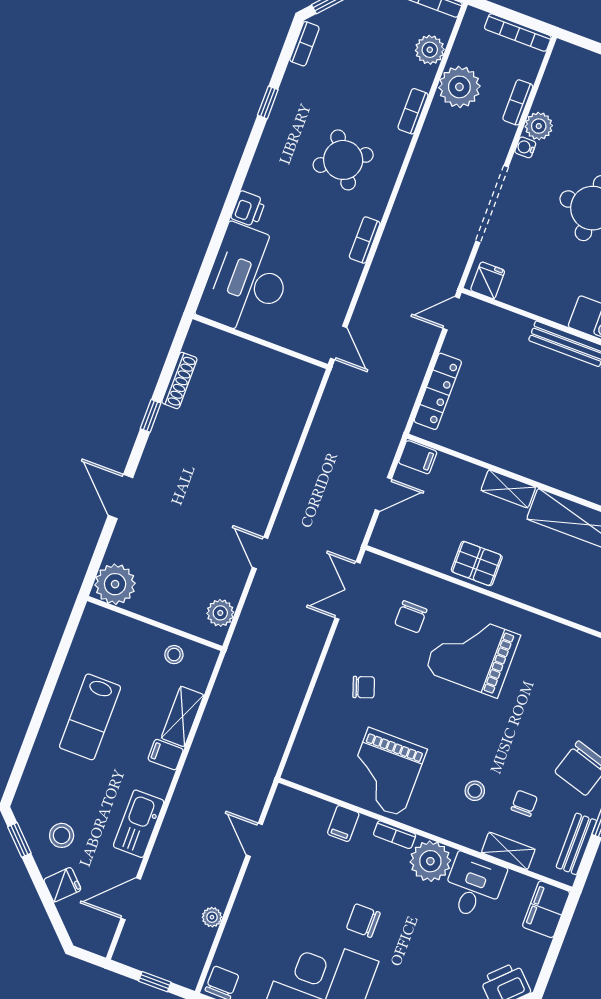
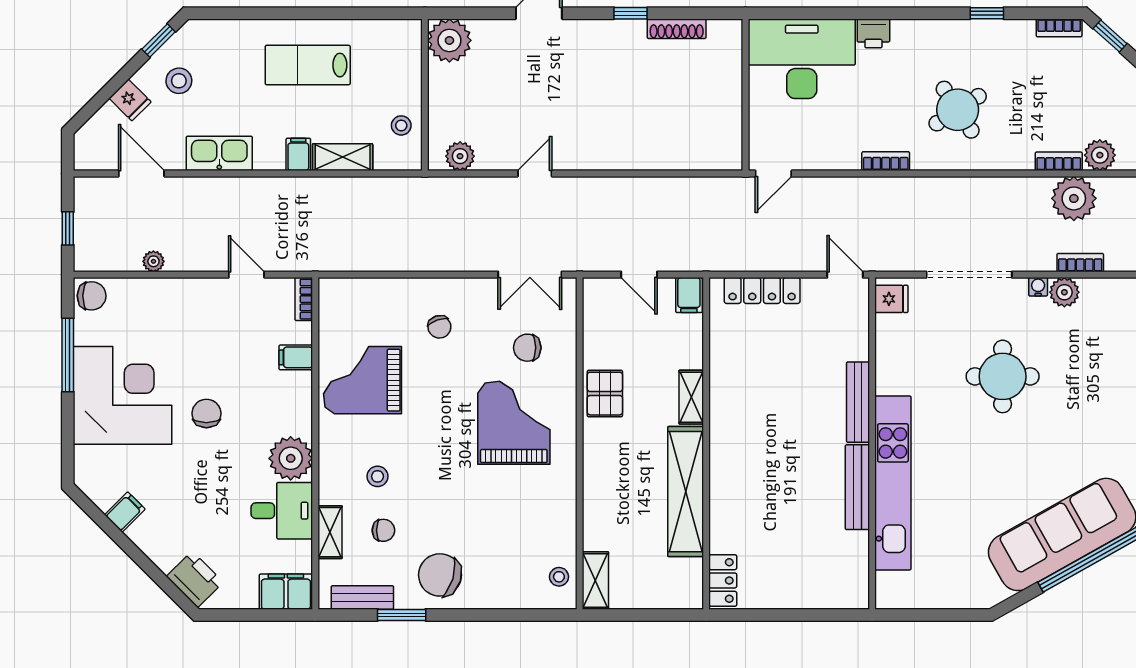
bookcase: (413, 111) -> (1059, 161), moved
double door: (348, 590) -> (530, 275), swing flipped
bookcase: (395, 835) -> (304, 299), moved
door: (254, 840) -> (246, 275), hinge flipped

